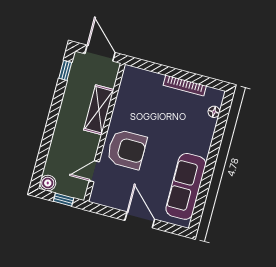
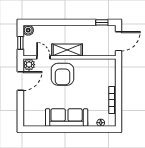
shelving: (99, 110) -> (67, 50), moved
sofa: (186, 186) -> (67, 118), moved
plant: (99, 195) -> (29, 65), added
door: (140, 220) -> (20, 81), moved

